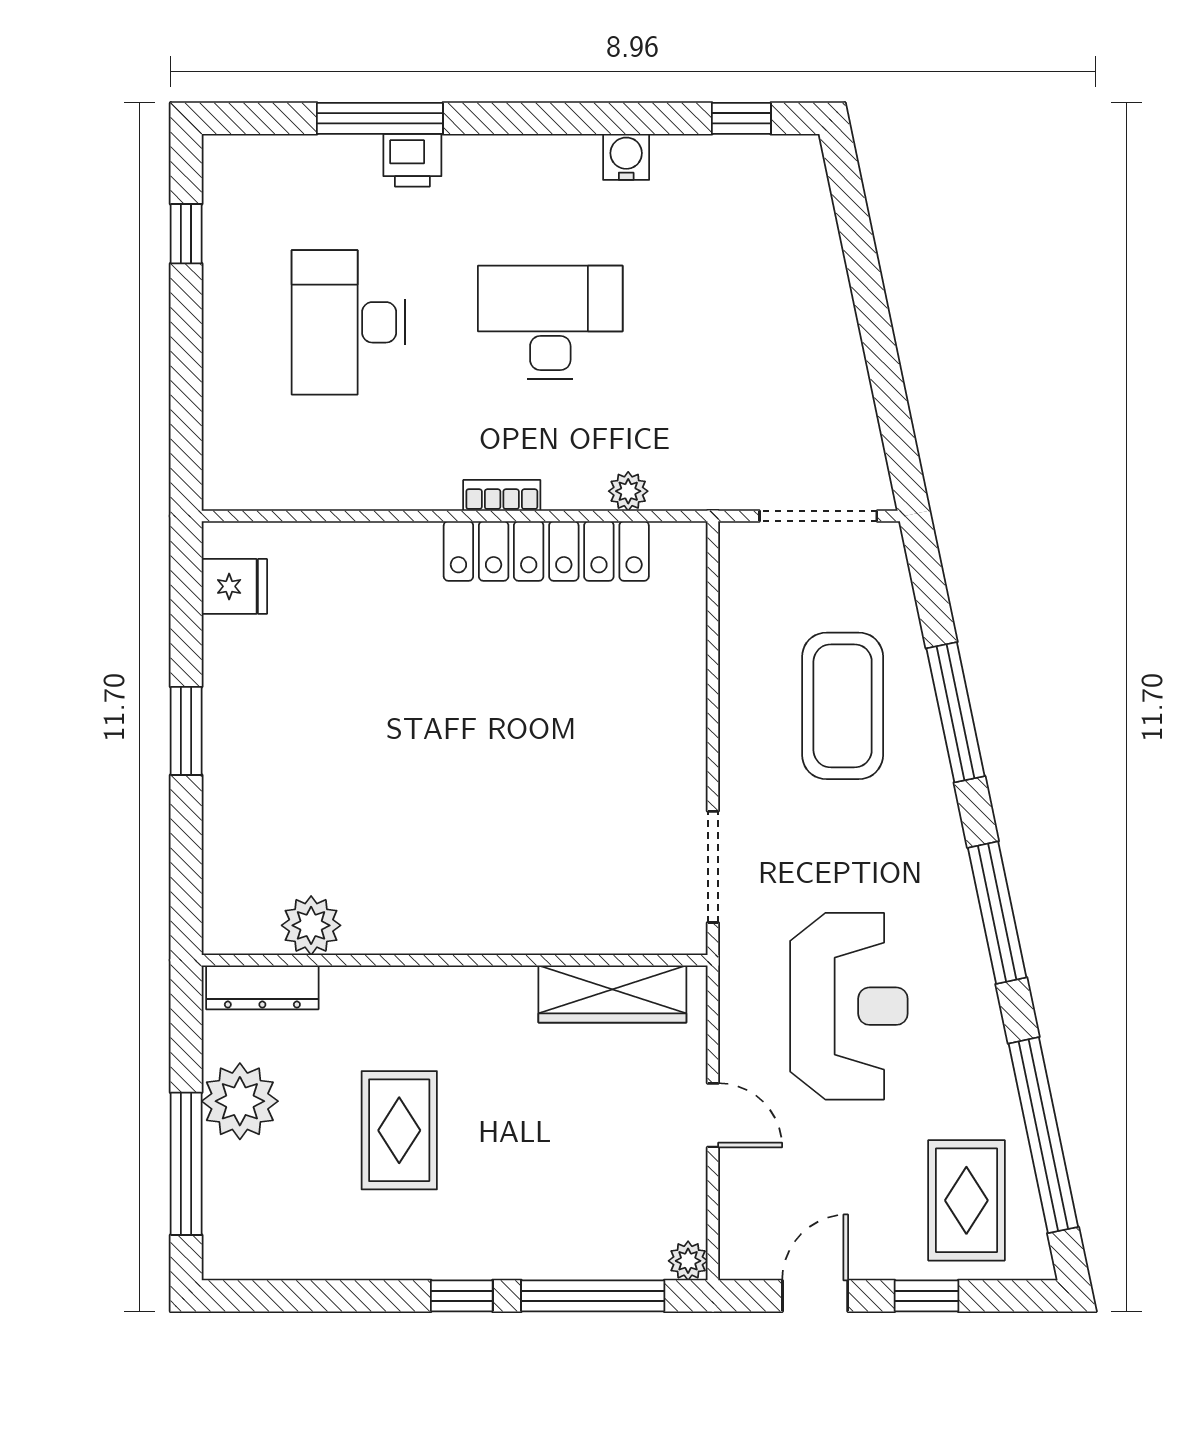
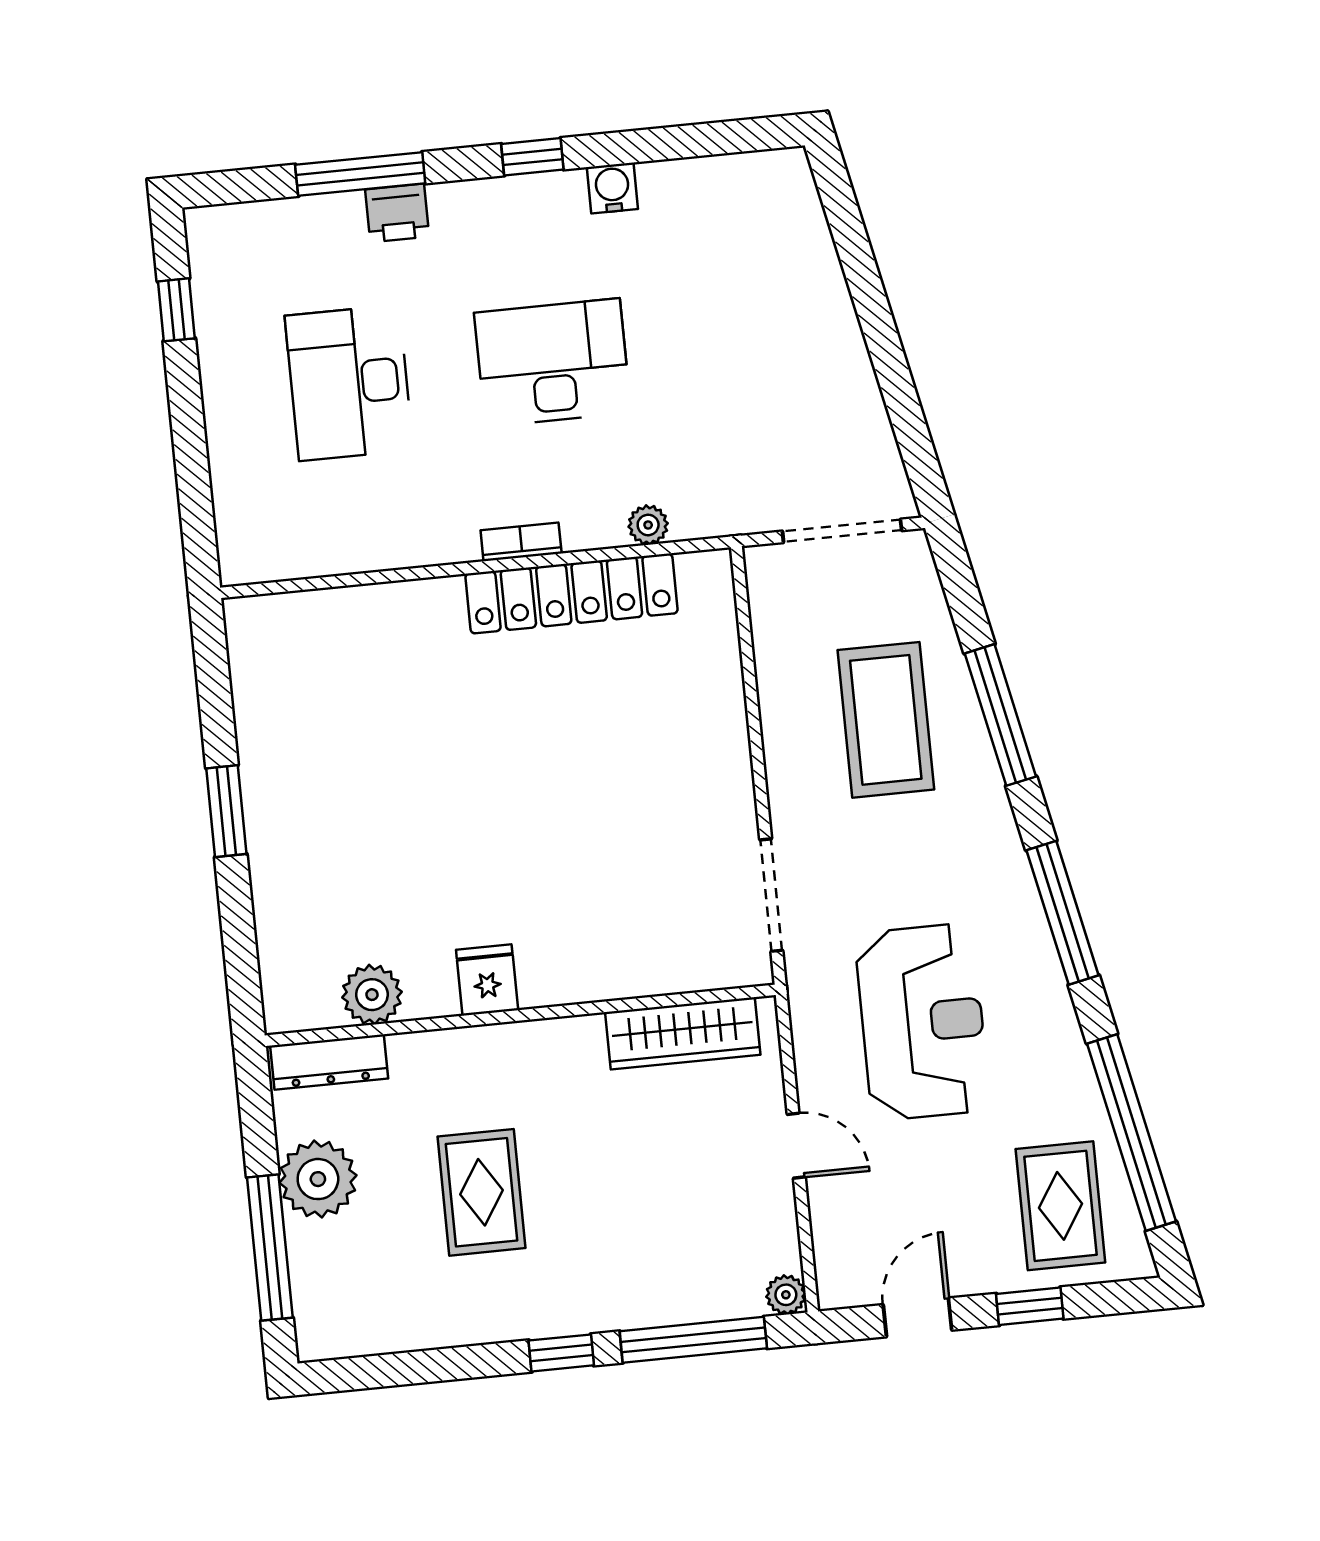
window: (741, 118) -> (532, 157), moved
fridge: (234, 586) -> (487, 980), moved, turned -90

